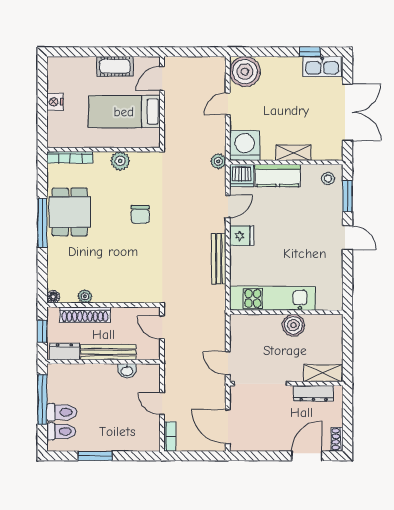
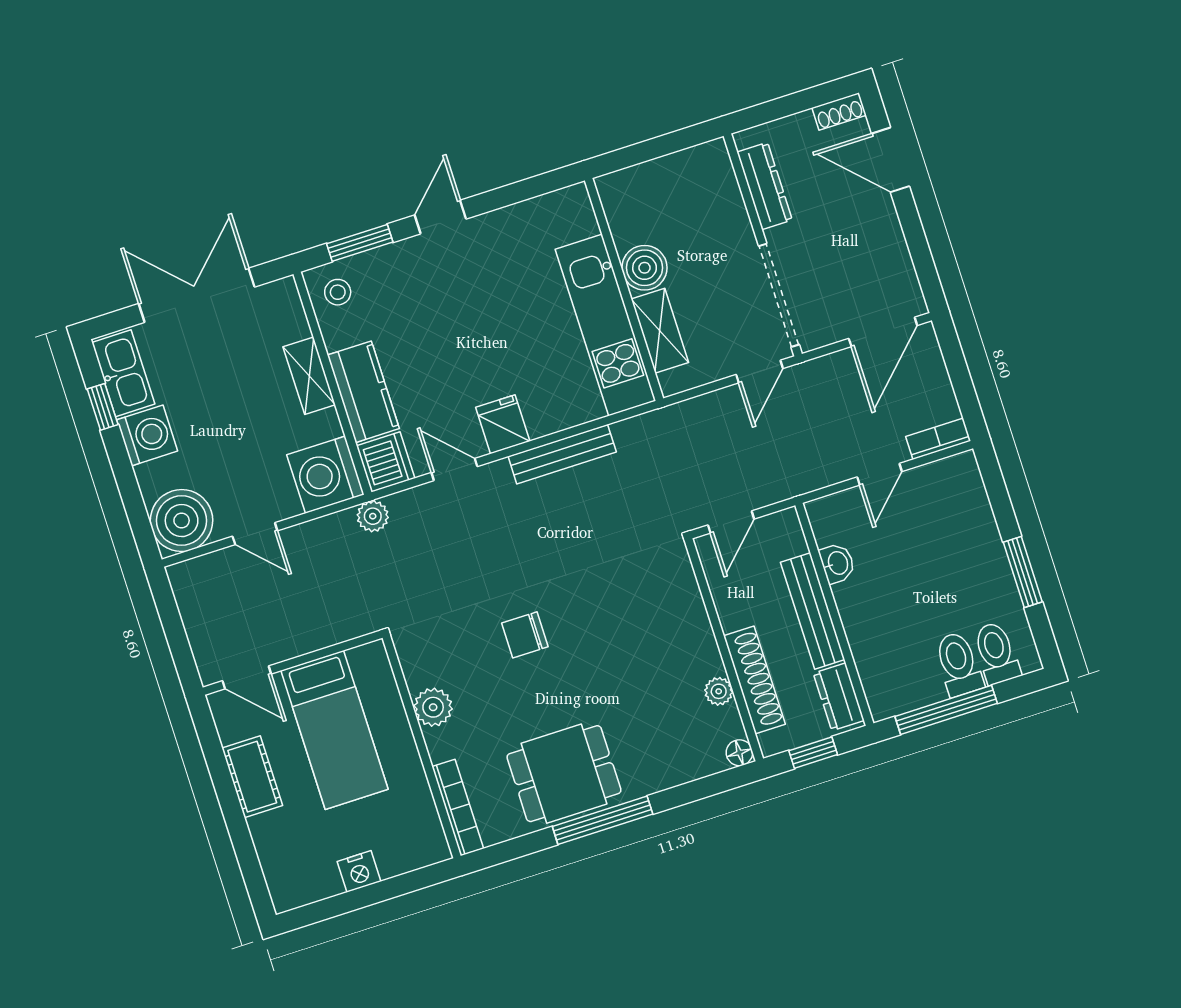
washing machine: (290, 68) -> (147, 435), added
chair: (140, 214) -> (525, 635), turned 180
shelving: (323, 373) -> (660, 331), moved

